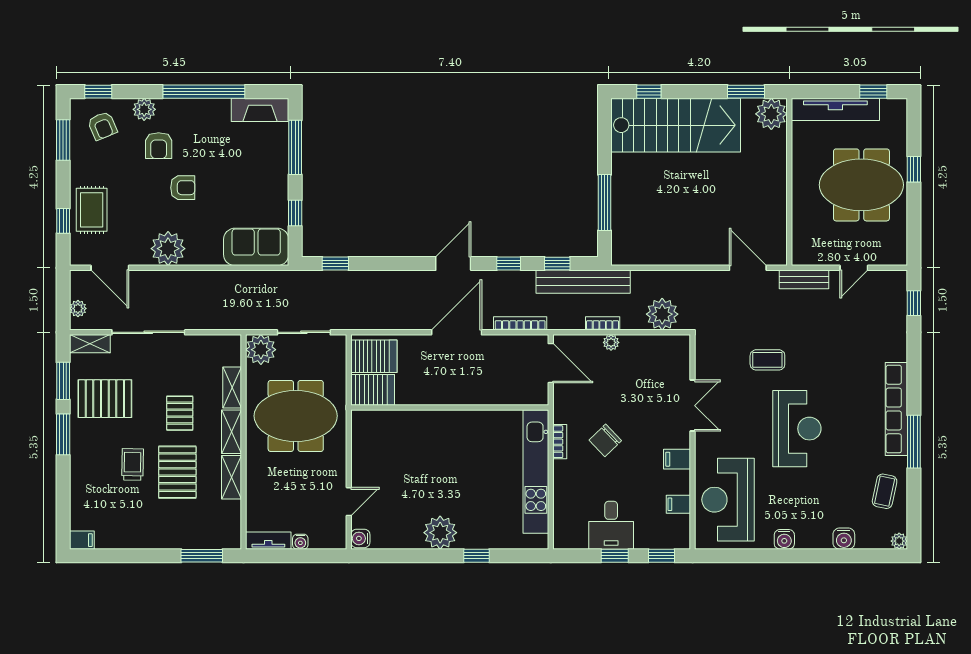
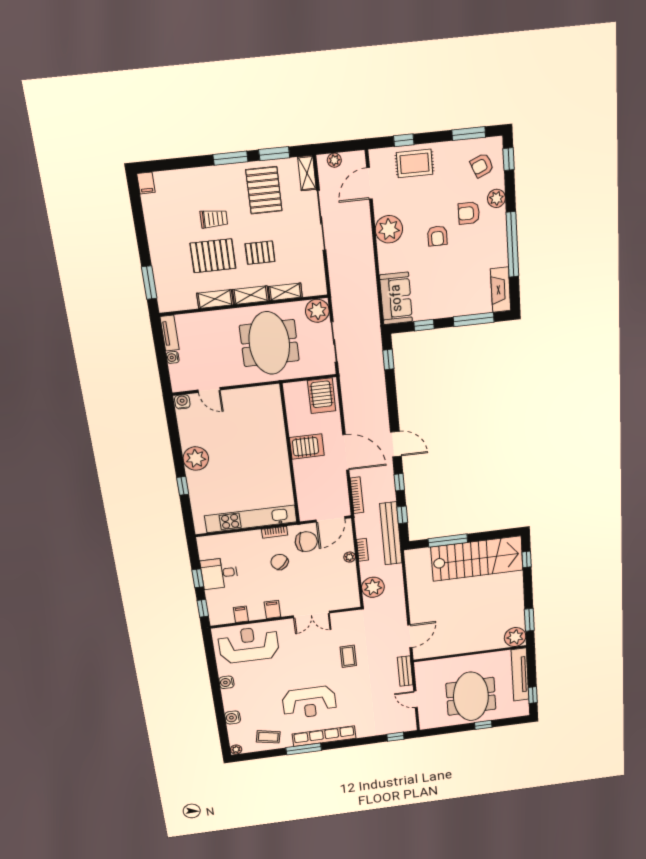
stairs: (676, 125) -> (477, 559), moved, turned -90
server rack: (373, 390) -> (307, 447), moved, turned -90
chair: (580, 400) -> (306, 542), added
reception desk: (797, 429) -> (309, 702), moved

